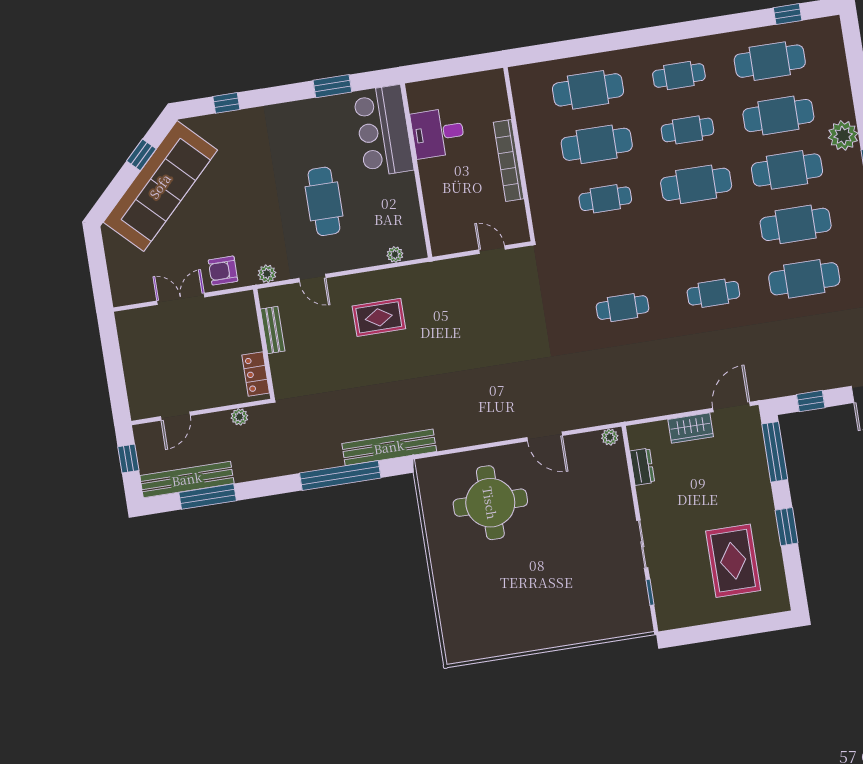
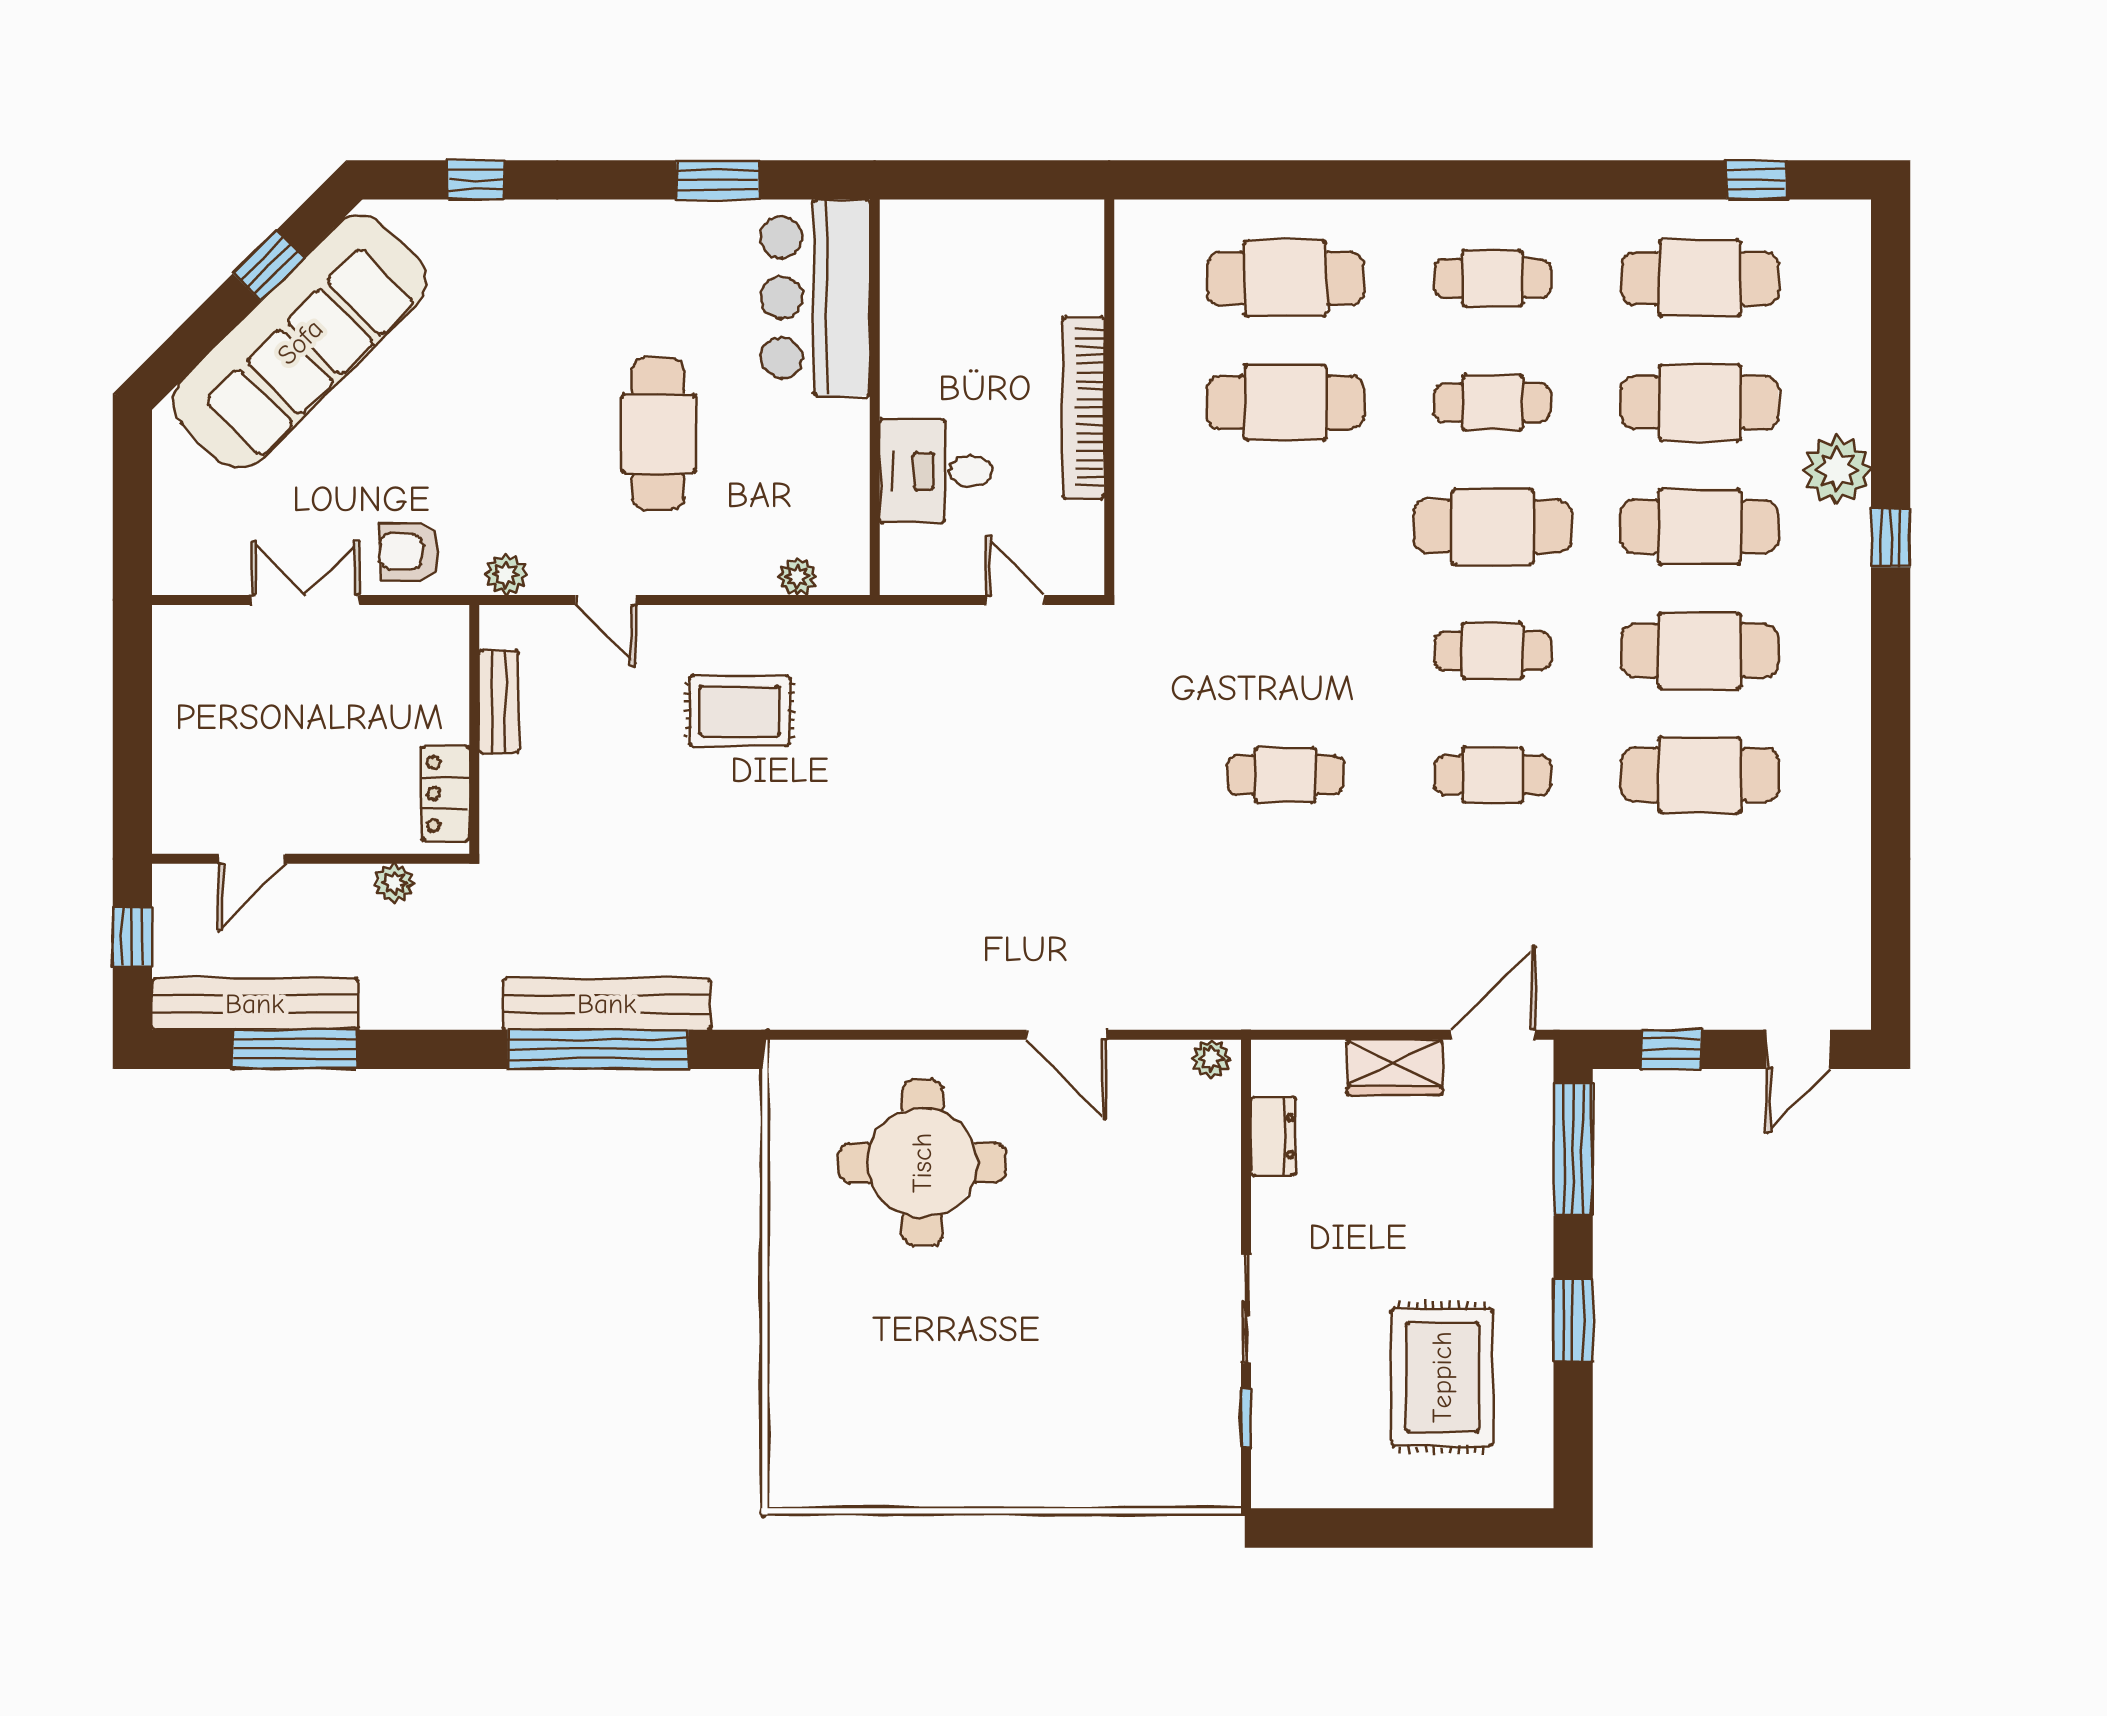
desk: (438, 133) -> (936, 471), moved
cafe table: (605, 199) -> (1493, 651), moved
bench: (389, 447) -> (607, 1004), moved

